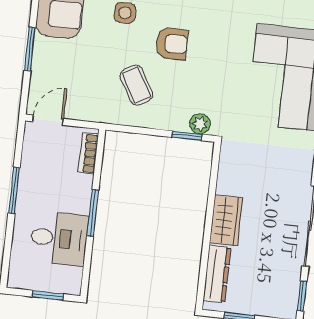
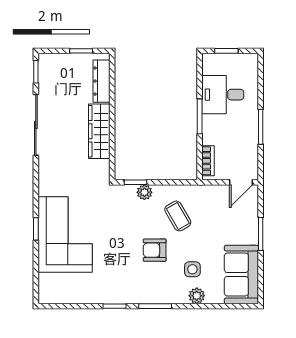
plant: (200, 124) -> (144, 192), moved
wardrobe: (226, 220) -> (99, 131), width x1.50

